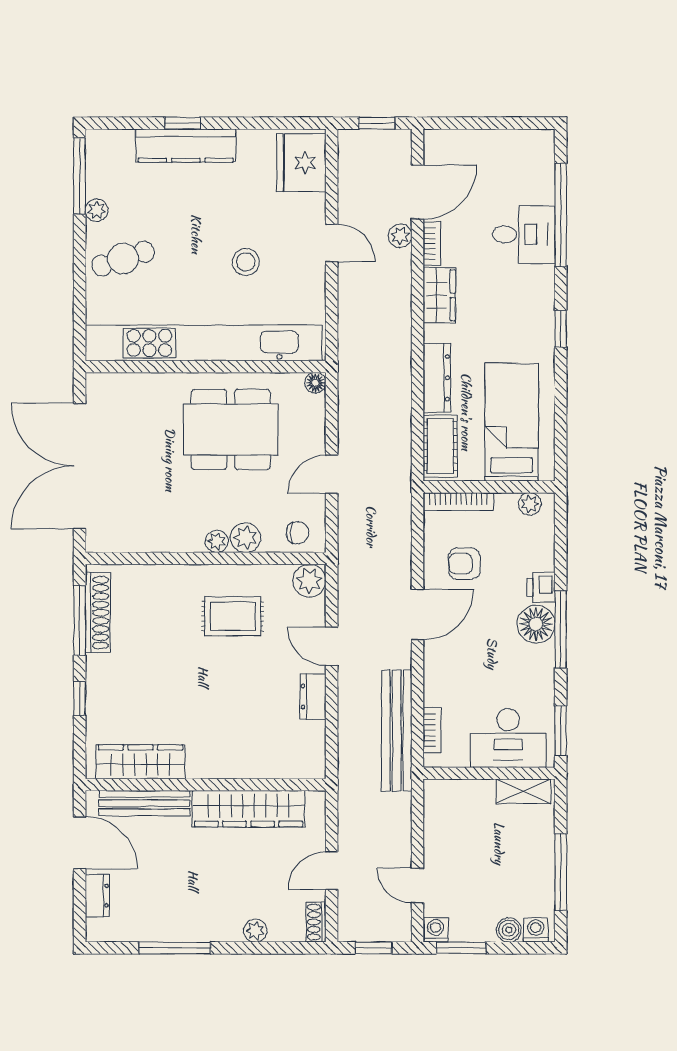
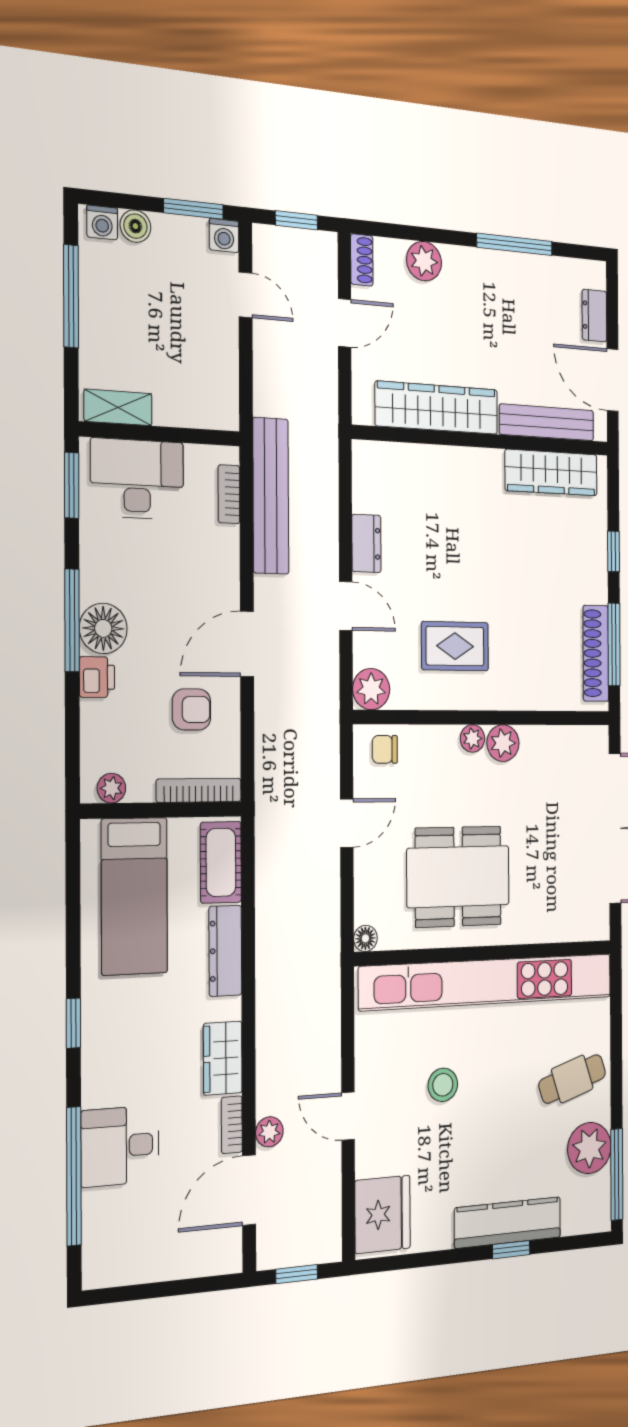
plant: (97, 210) -> (589, 1148), width x1.88, depth x1.88
plant: (245, 538) -> (503, 743), moved
plant: (255, 931) -> (424, 261), width x1.38, depth x1.38

